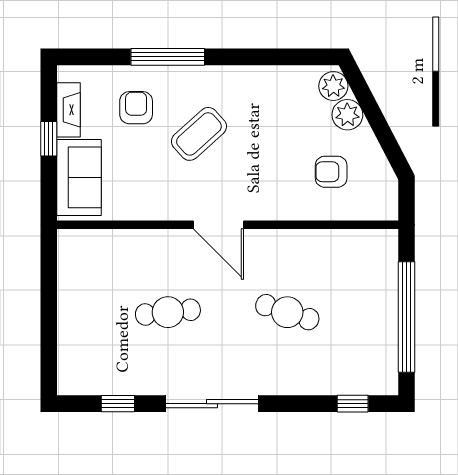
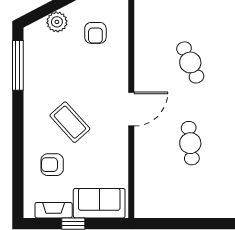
window: (168, 57) -> (18, 65), moved
plant: (333, 86) -> (38, 31), removed
cafe table: (287, 312) -> (190, 62), turned -42

